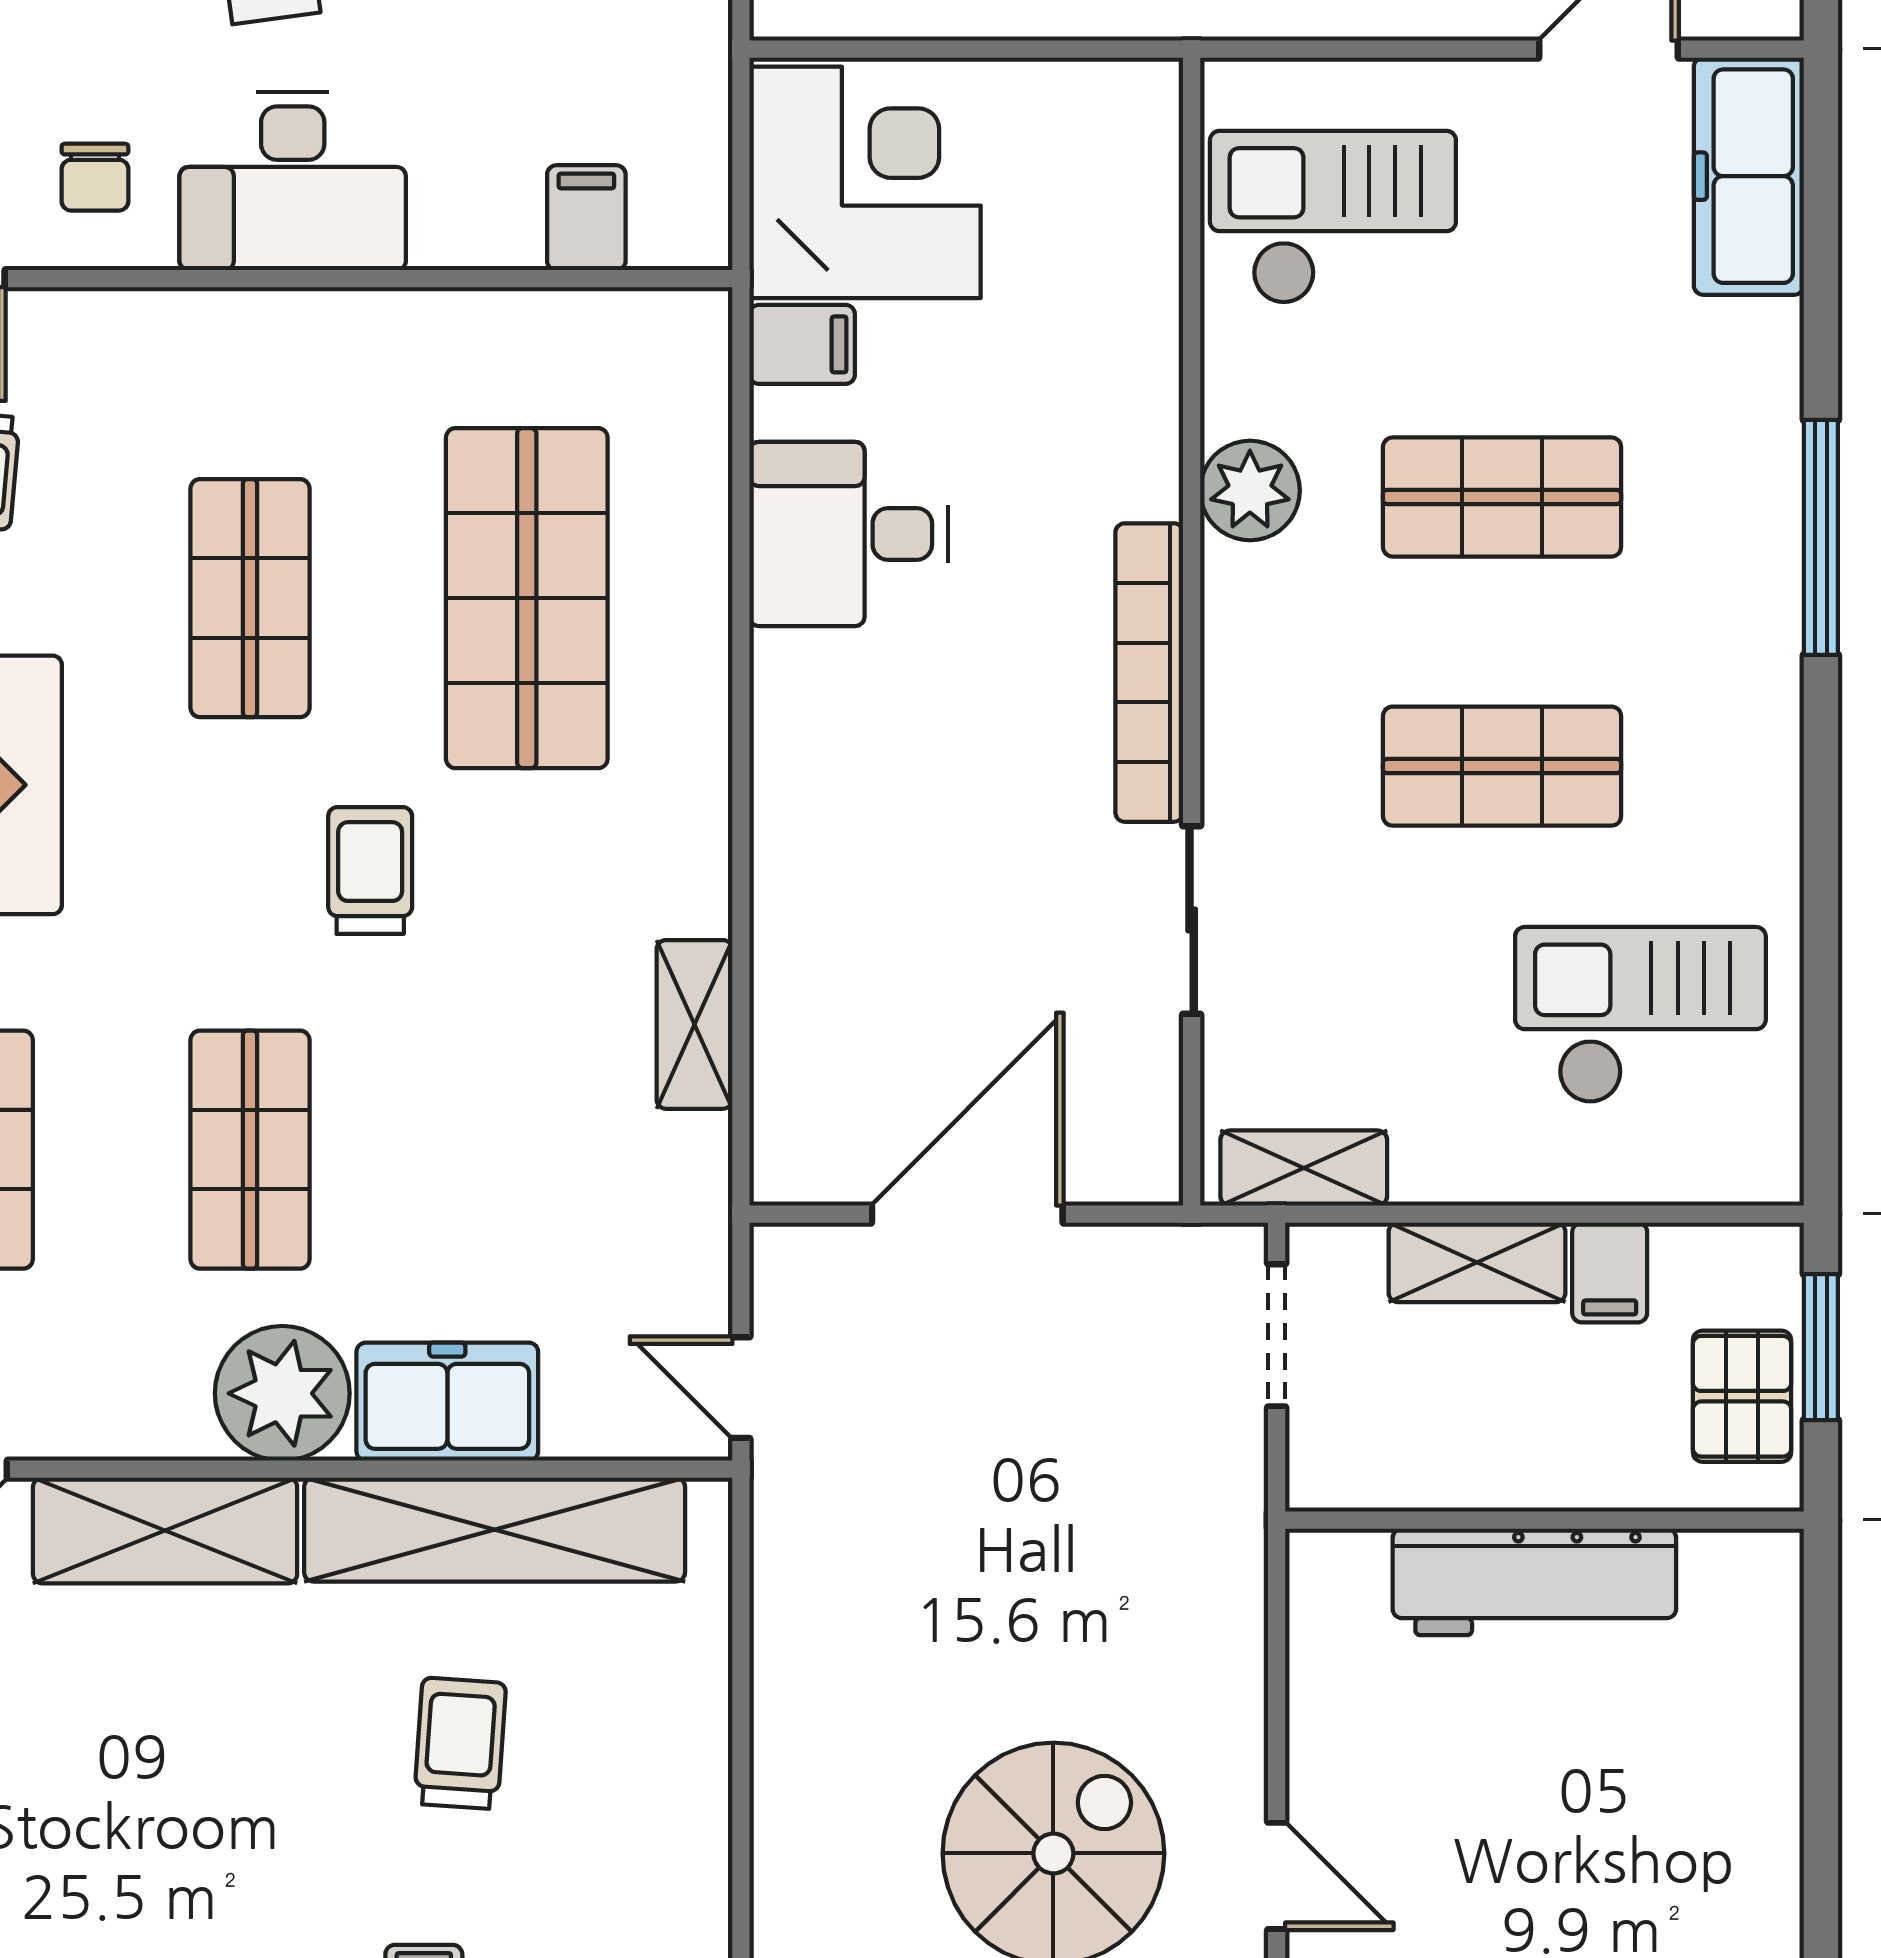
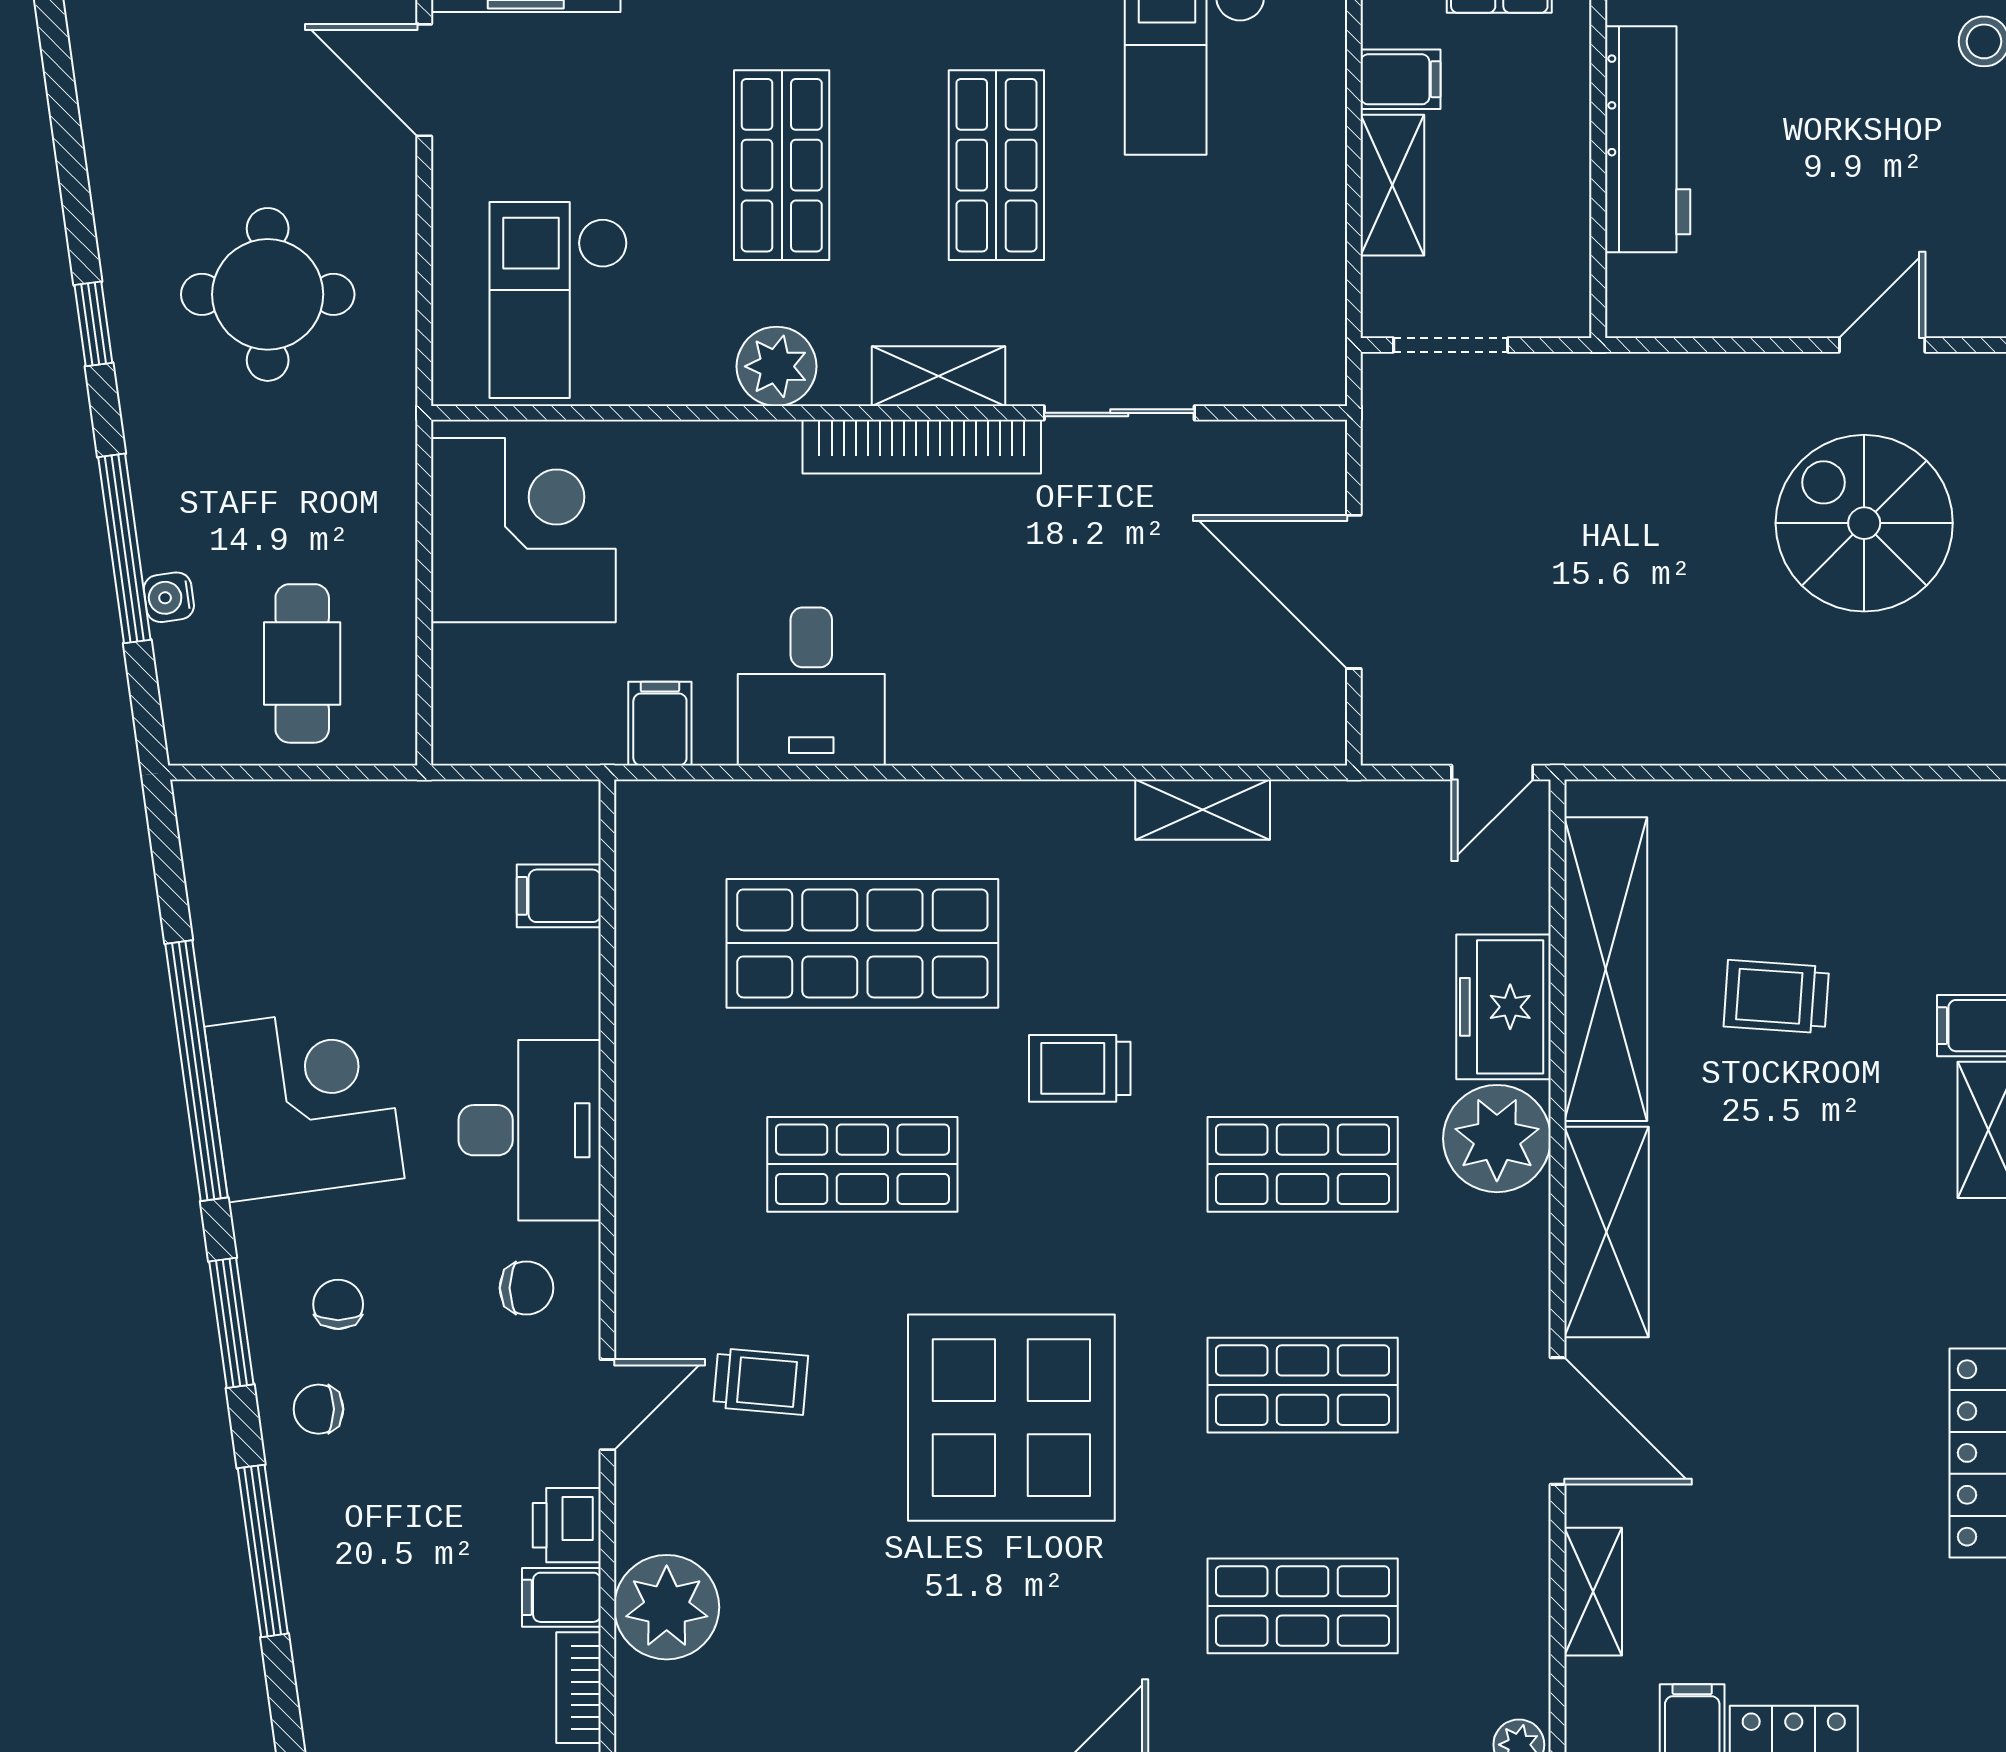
corner desk: (865, 182) -> (523, 530), moved, turned 90
shelving: (1304, 1168) -> (939, 376), moved, turned 90

